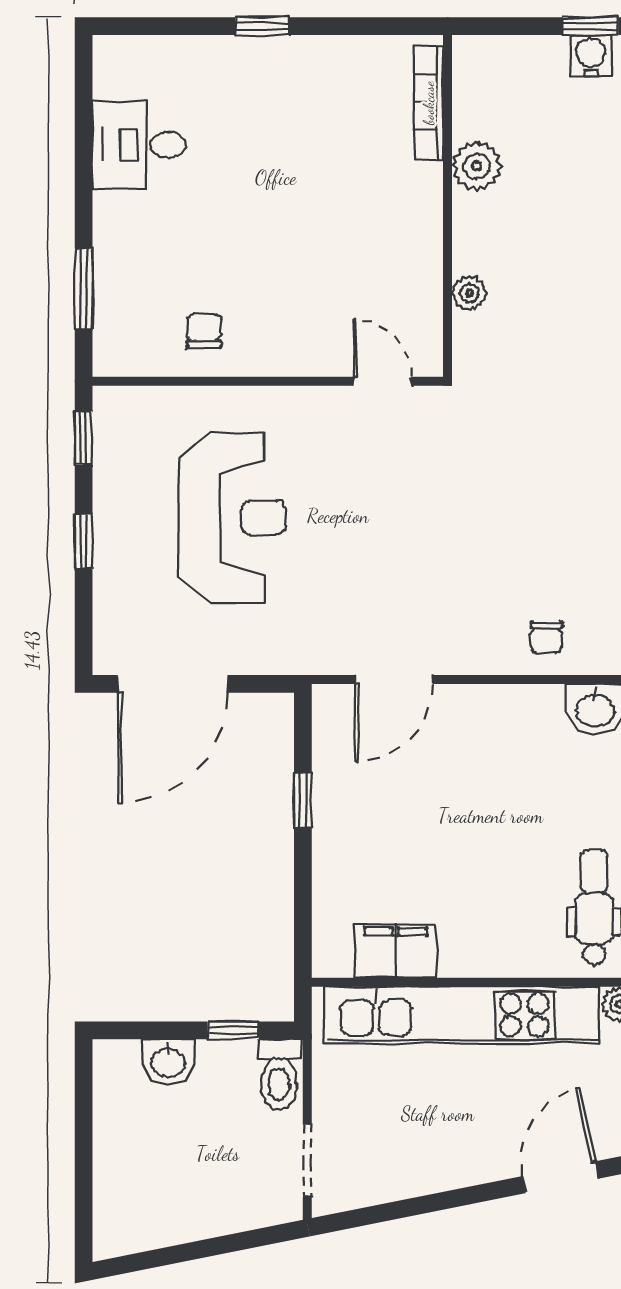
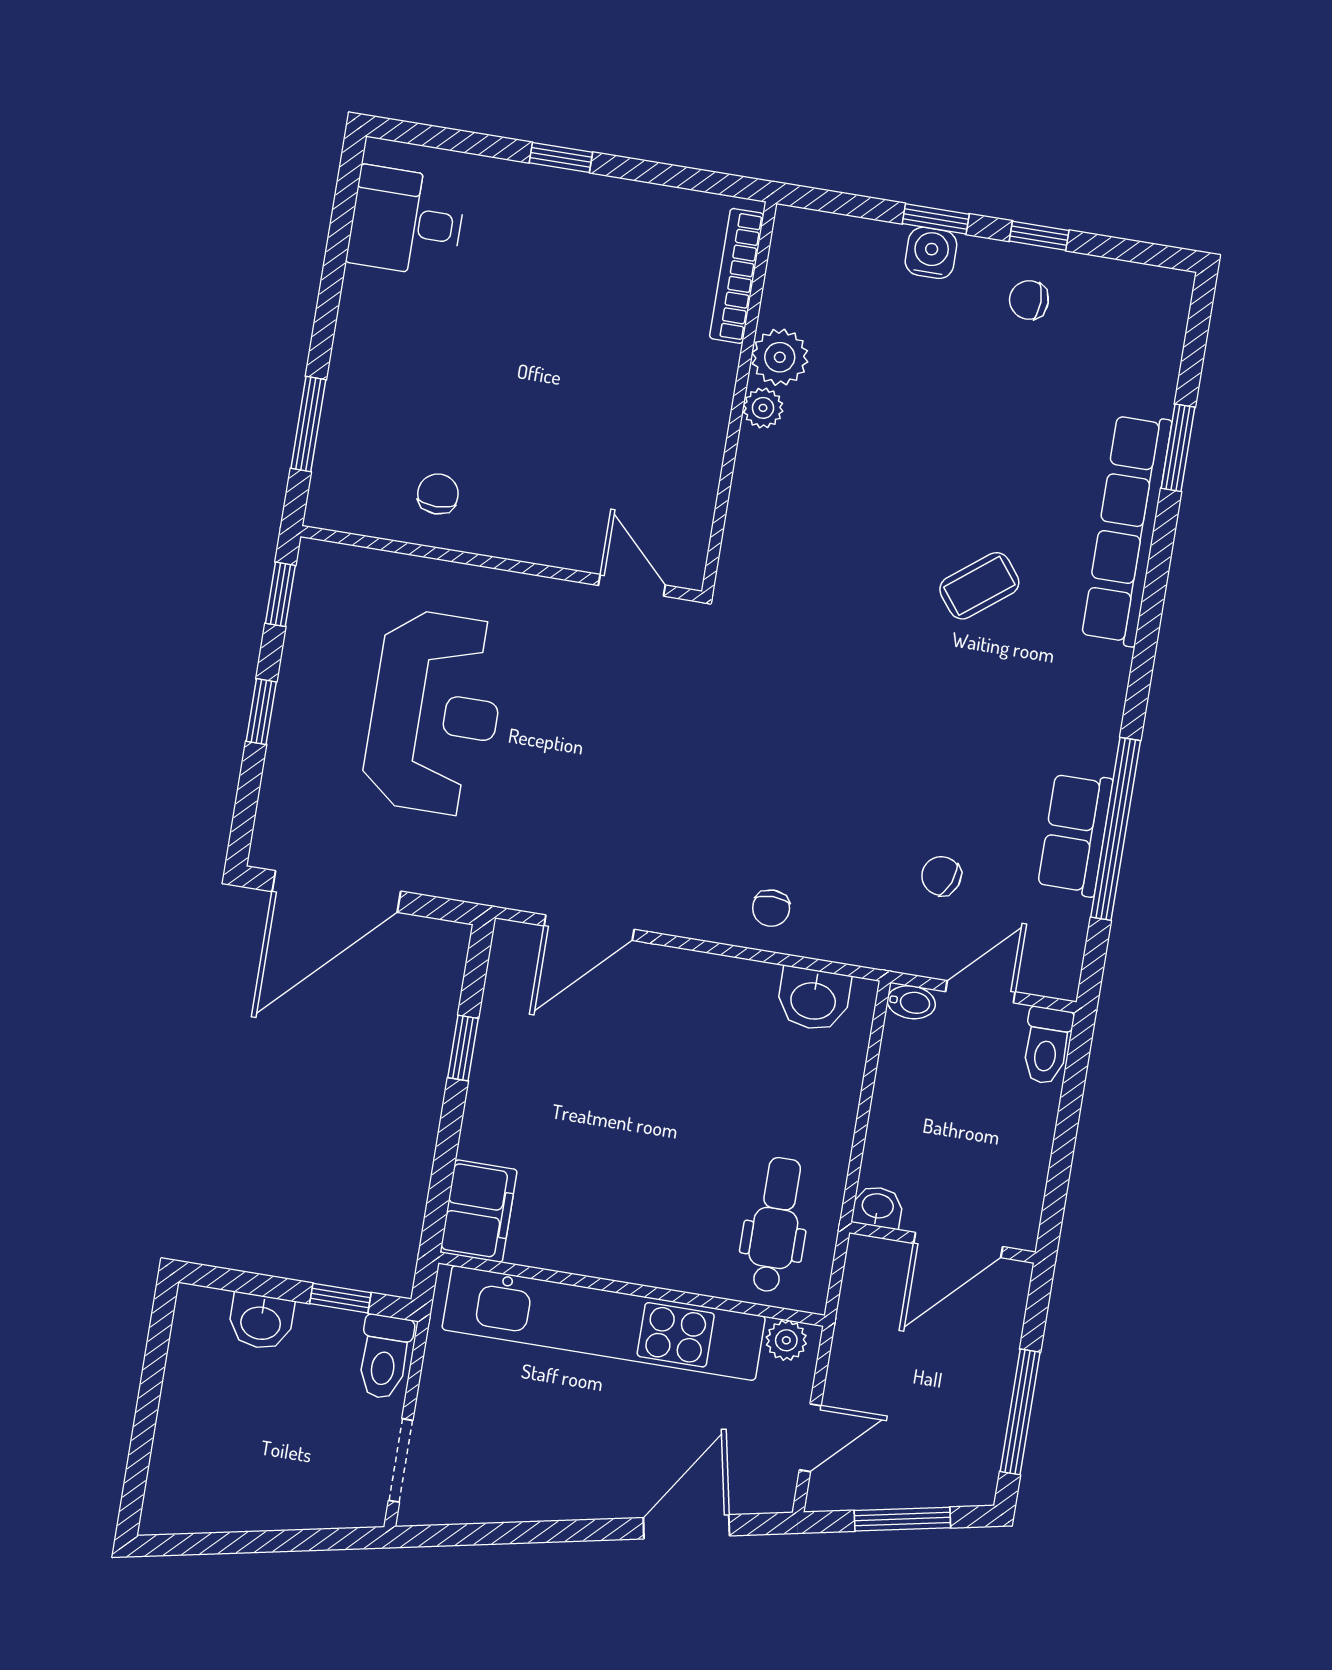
desk: (139, 145) -> (406, 221), moved
plant: (469, 293) -> (763, 408), moved
filing cabinet: (396, 951) -> (479, 1211), moved, turned 90

